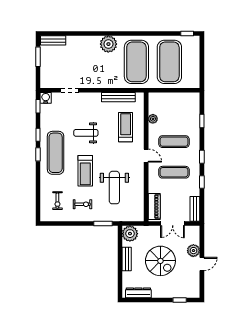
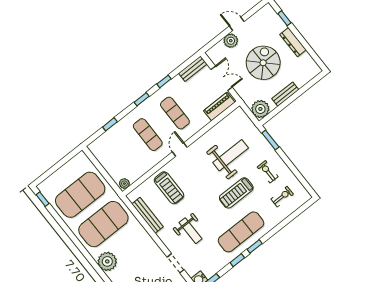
plant: (153, 119) -> (124, 184), moved
treadmill: (126, 127) -> (169, 188), turned -90
weight bench: (86, 133) -> (190, 231), moved
treadmill: (85, 171) -> (236, 193), turned 180
dresser: (138, 293) -> (293, 42), moved

